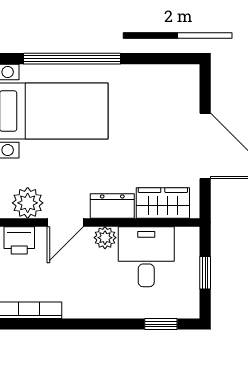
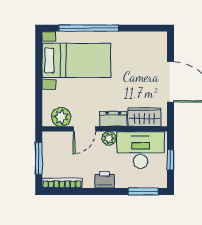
printer: (19, 240) -> (104, 180), moved, turned 180
desk: (146, 257) -> (141, 150), width x1.37
window: (161, 324) -> (143, 192), width x1.50

